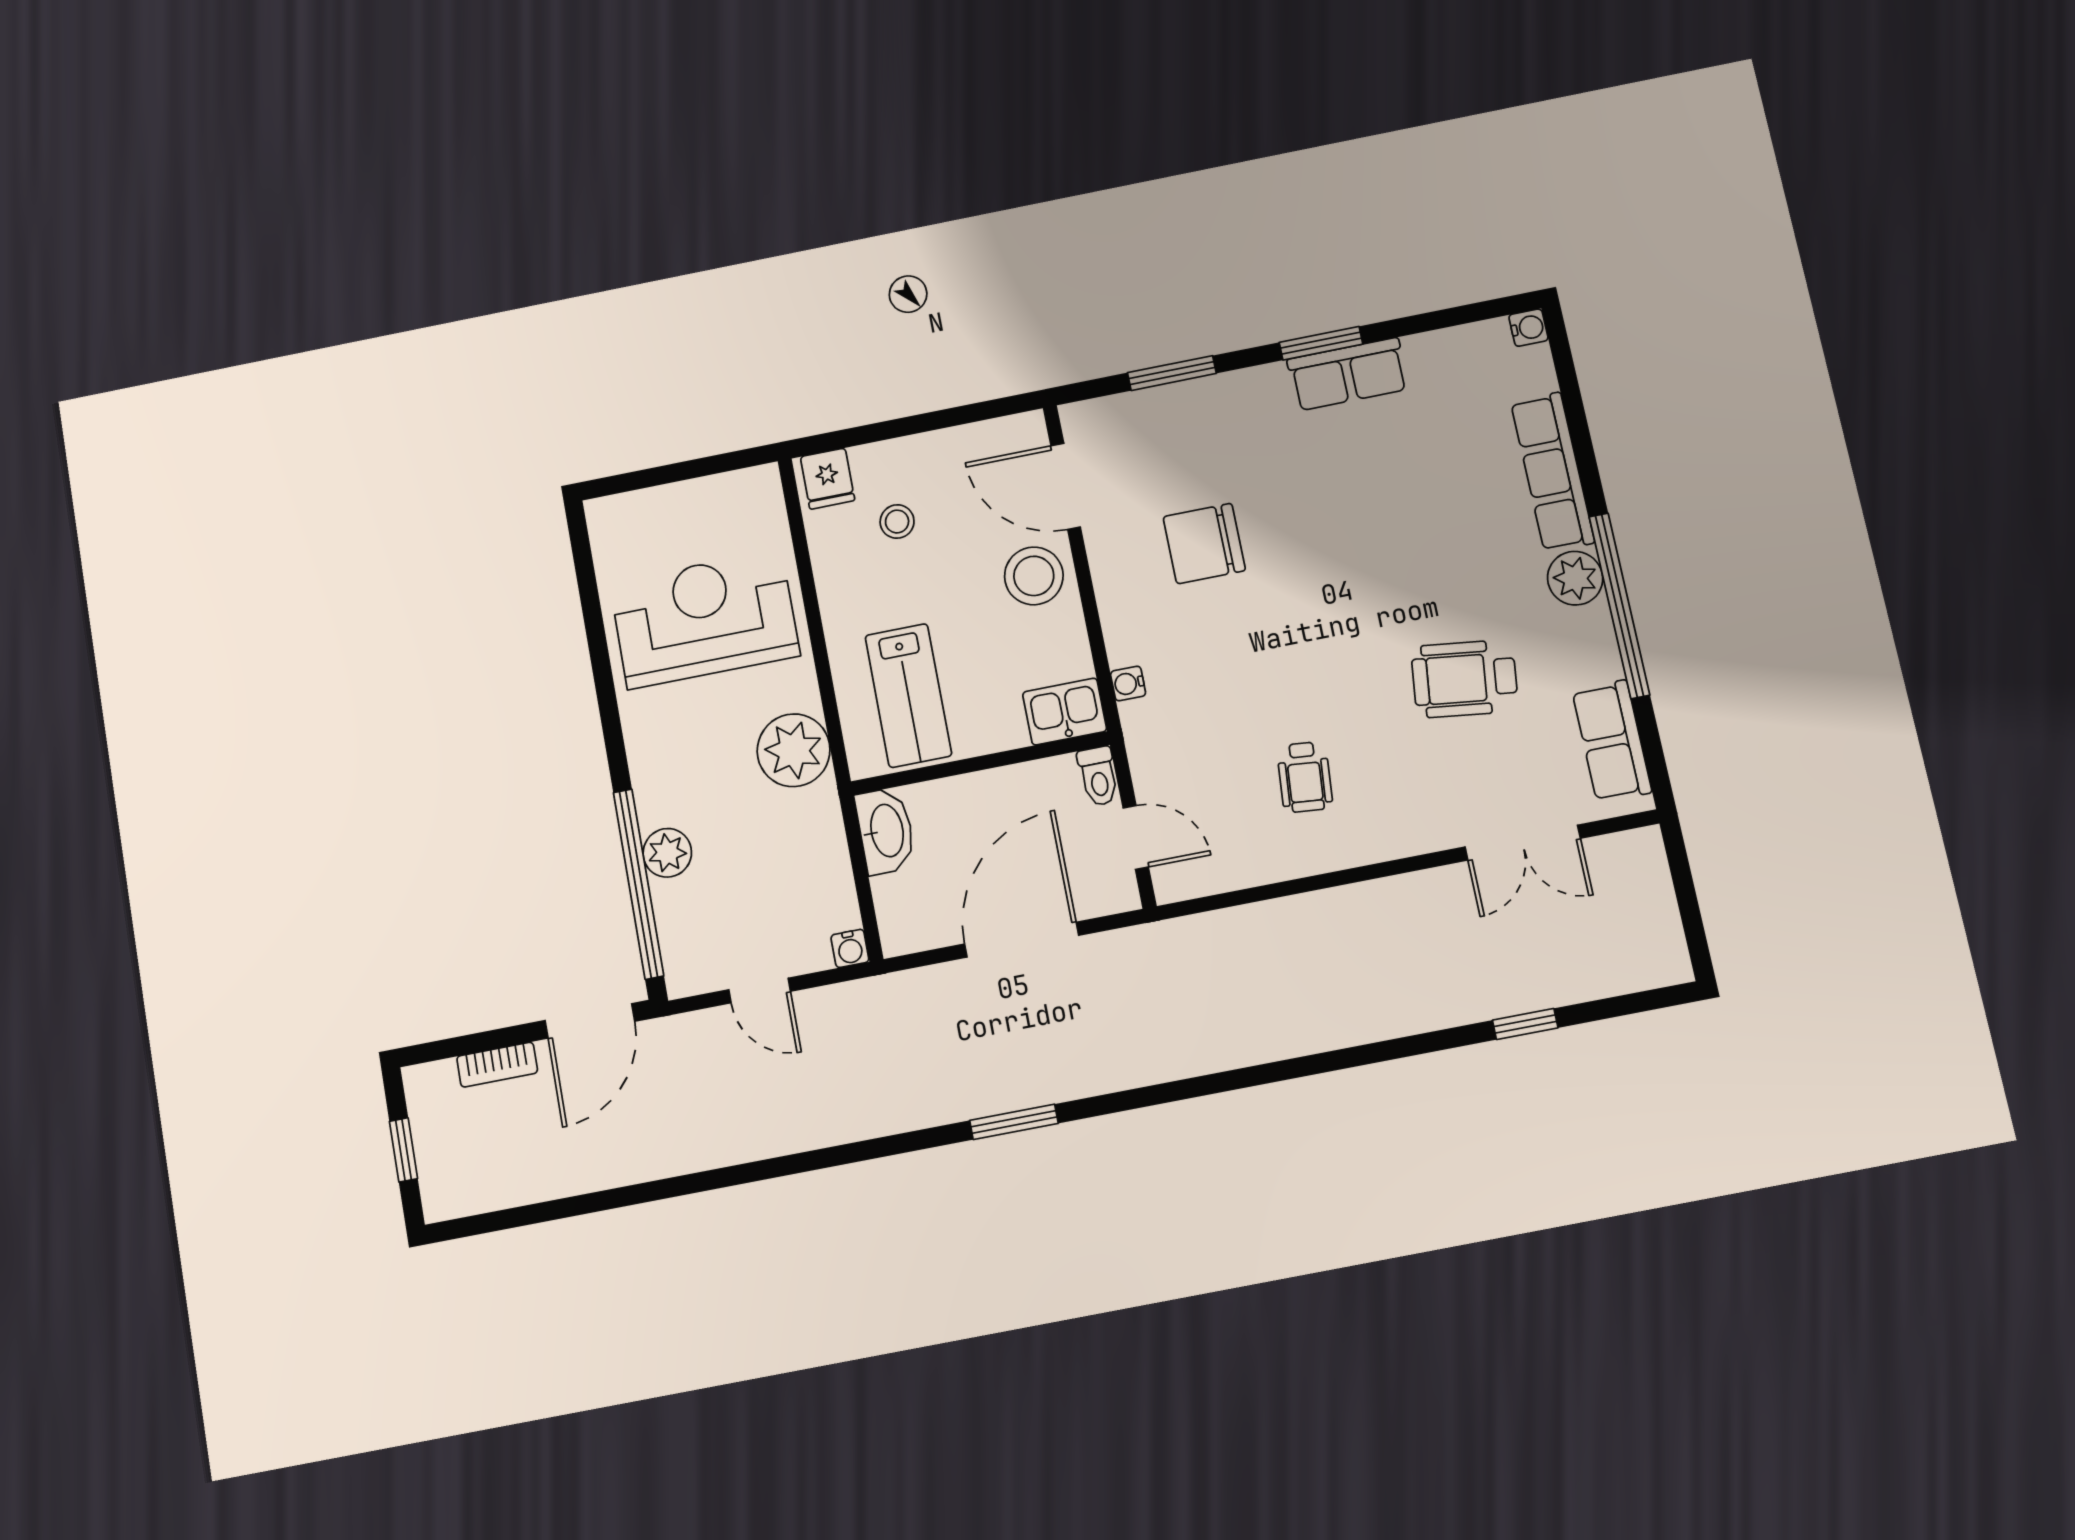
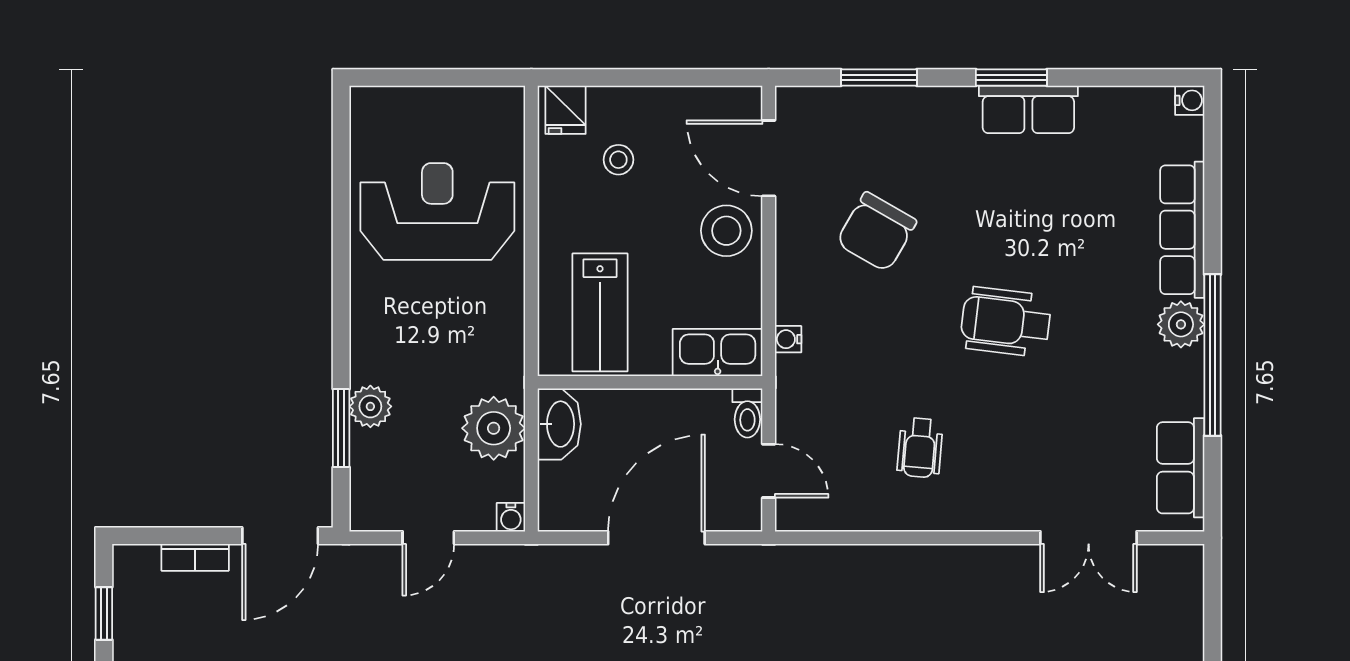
chair: (1204, 544) -> (876, 232), turned -60
wheelchair: (1465, 679) -> (1006, 322), moved
kitchen sink: (1065, 712) -> (718, 352), width x1.38
plant: (794, 750) -> (494, 428), moved
window: (638, 884) -> (341, 428), width x0.47
door: (760, 990) -> (428, 538), hinge flipped

